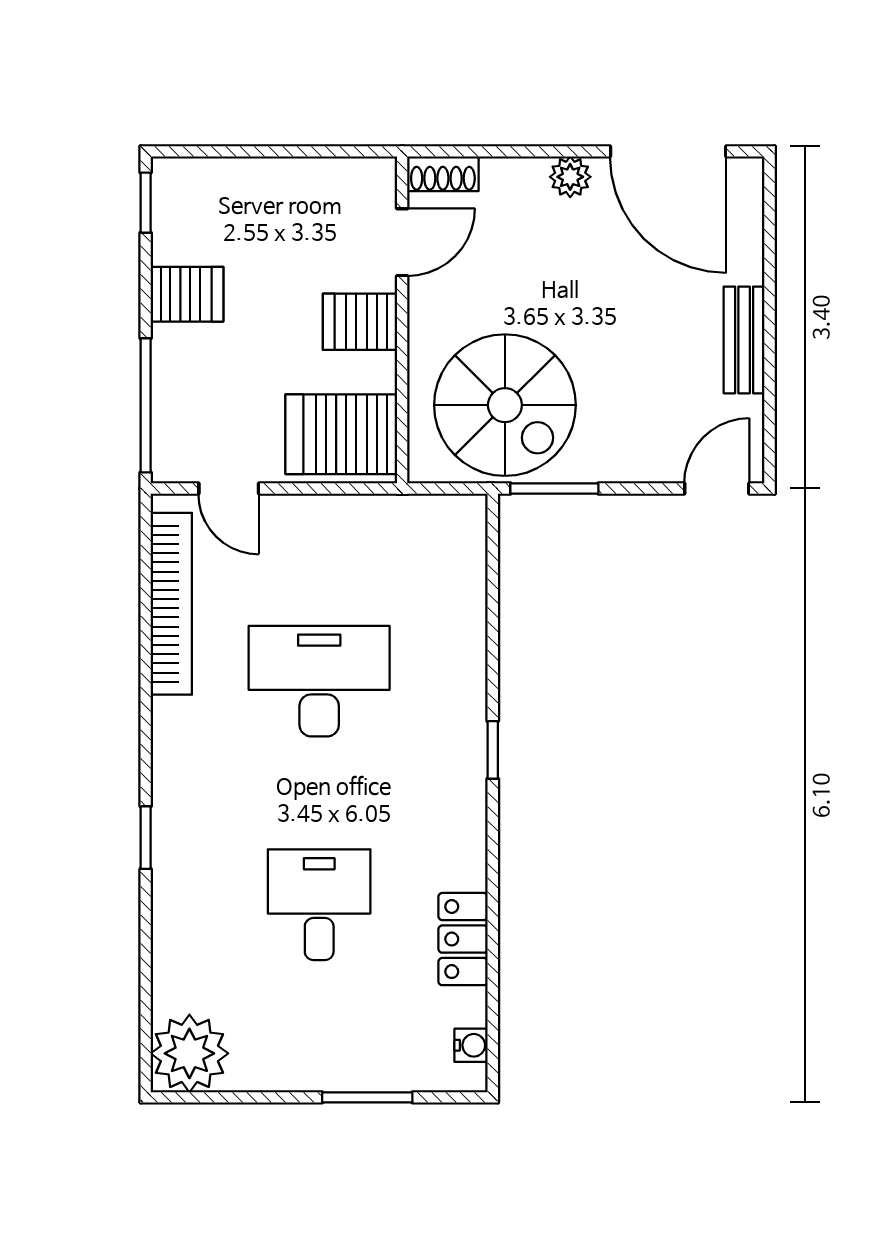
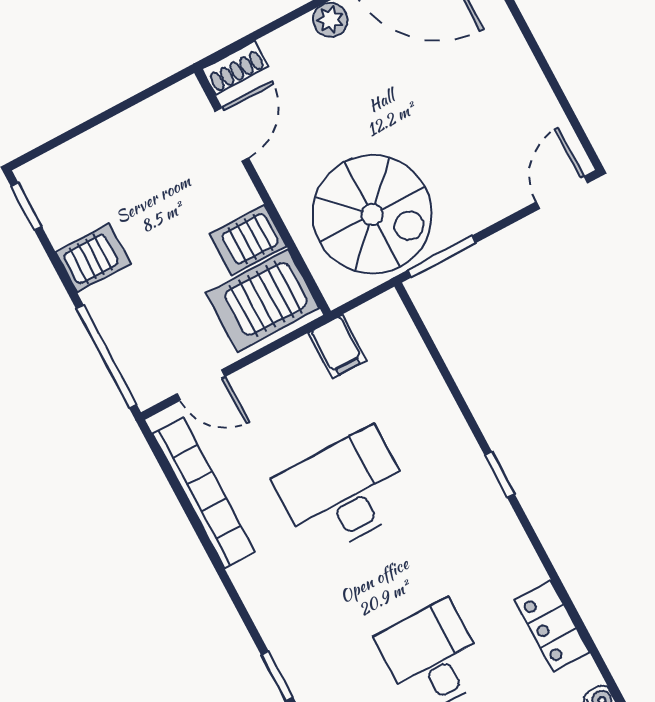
server rack: (360, 322) -> (248, 240), moved
bench: (744, 340) -> (523, 72), removed
filing cabinet: (394, 524) -> (337, 346), added

